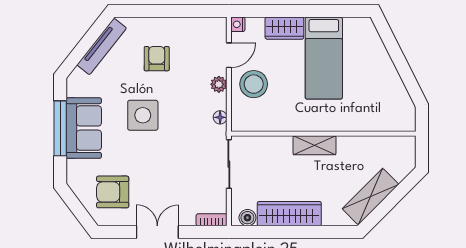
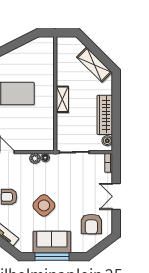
plant: (219, 84) -> (35, 158), moved
stool: (254, 84) -> (25, 137), removed
side table: (143, 115) -> (44, 205), turned 45

